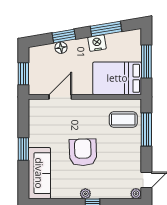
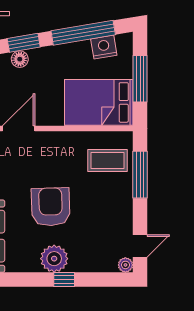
window: (106, 29) -> (83, 33), width x1.46
nightstand: (97, 43) -> (104, 47), moved
plant: (85, 194) -> (54, 259), width x1.88, depth x1.88

